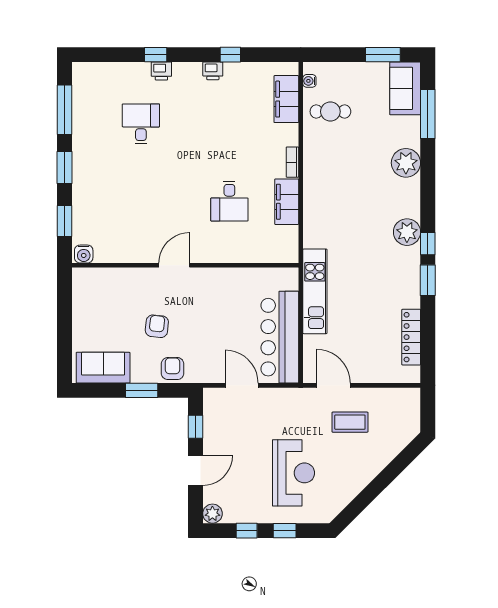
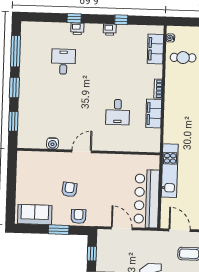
water cooler: (84, 254) -> (52, 143), moved

